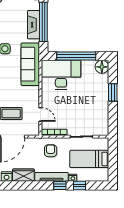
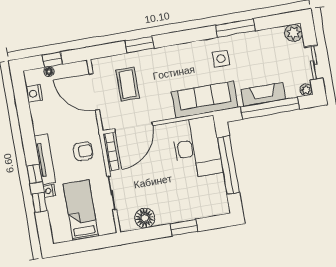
floor lamp: (102, 67) -> (145, 218), moved
door: (40, 114) -> (134, 127), width x1.87
wardrobe: (23, 175) -> (40, 118), removed

